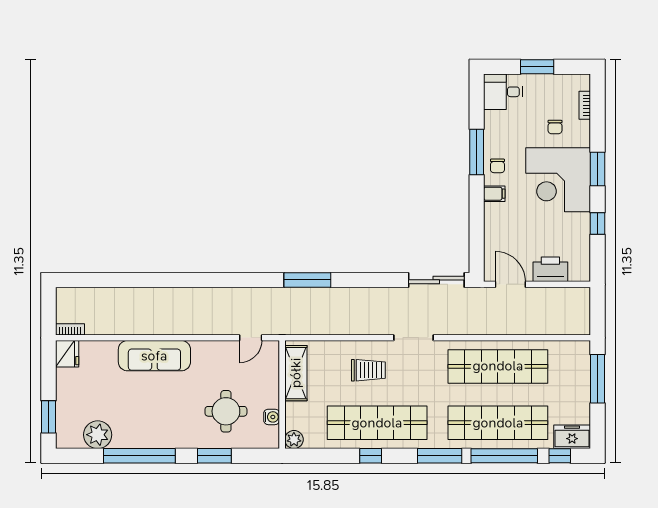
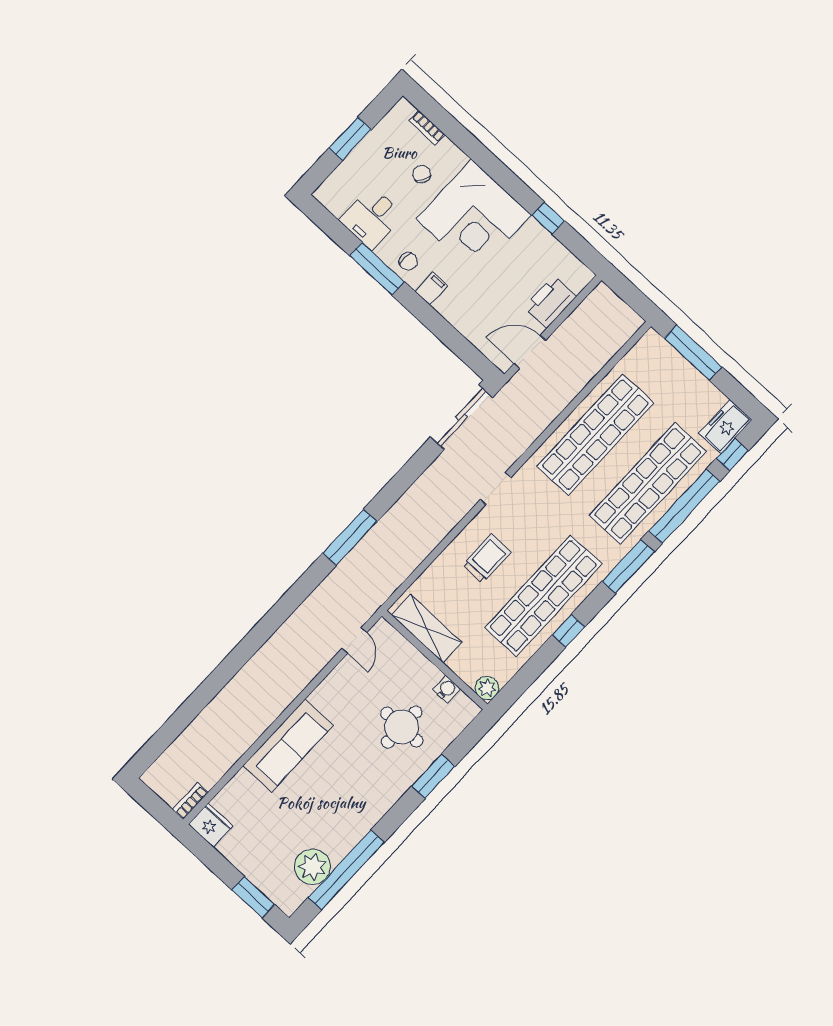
desk: (503, 92) -> (372, 218), moved
chair: (555, 127) -> (422, 174), turned -149
window: (597, 169) -> (498, 171), removed
doorway: (413, 338) -> (496, 488), width x0.73
window: (139, 456) -> (346, 870), moved

